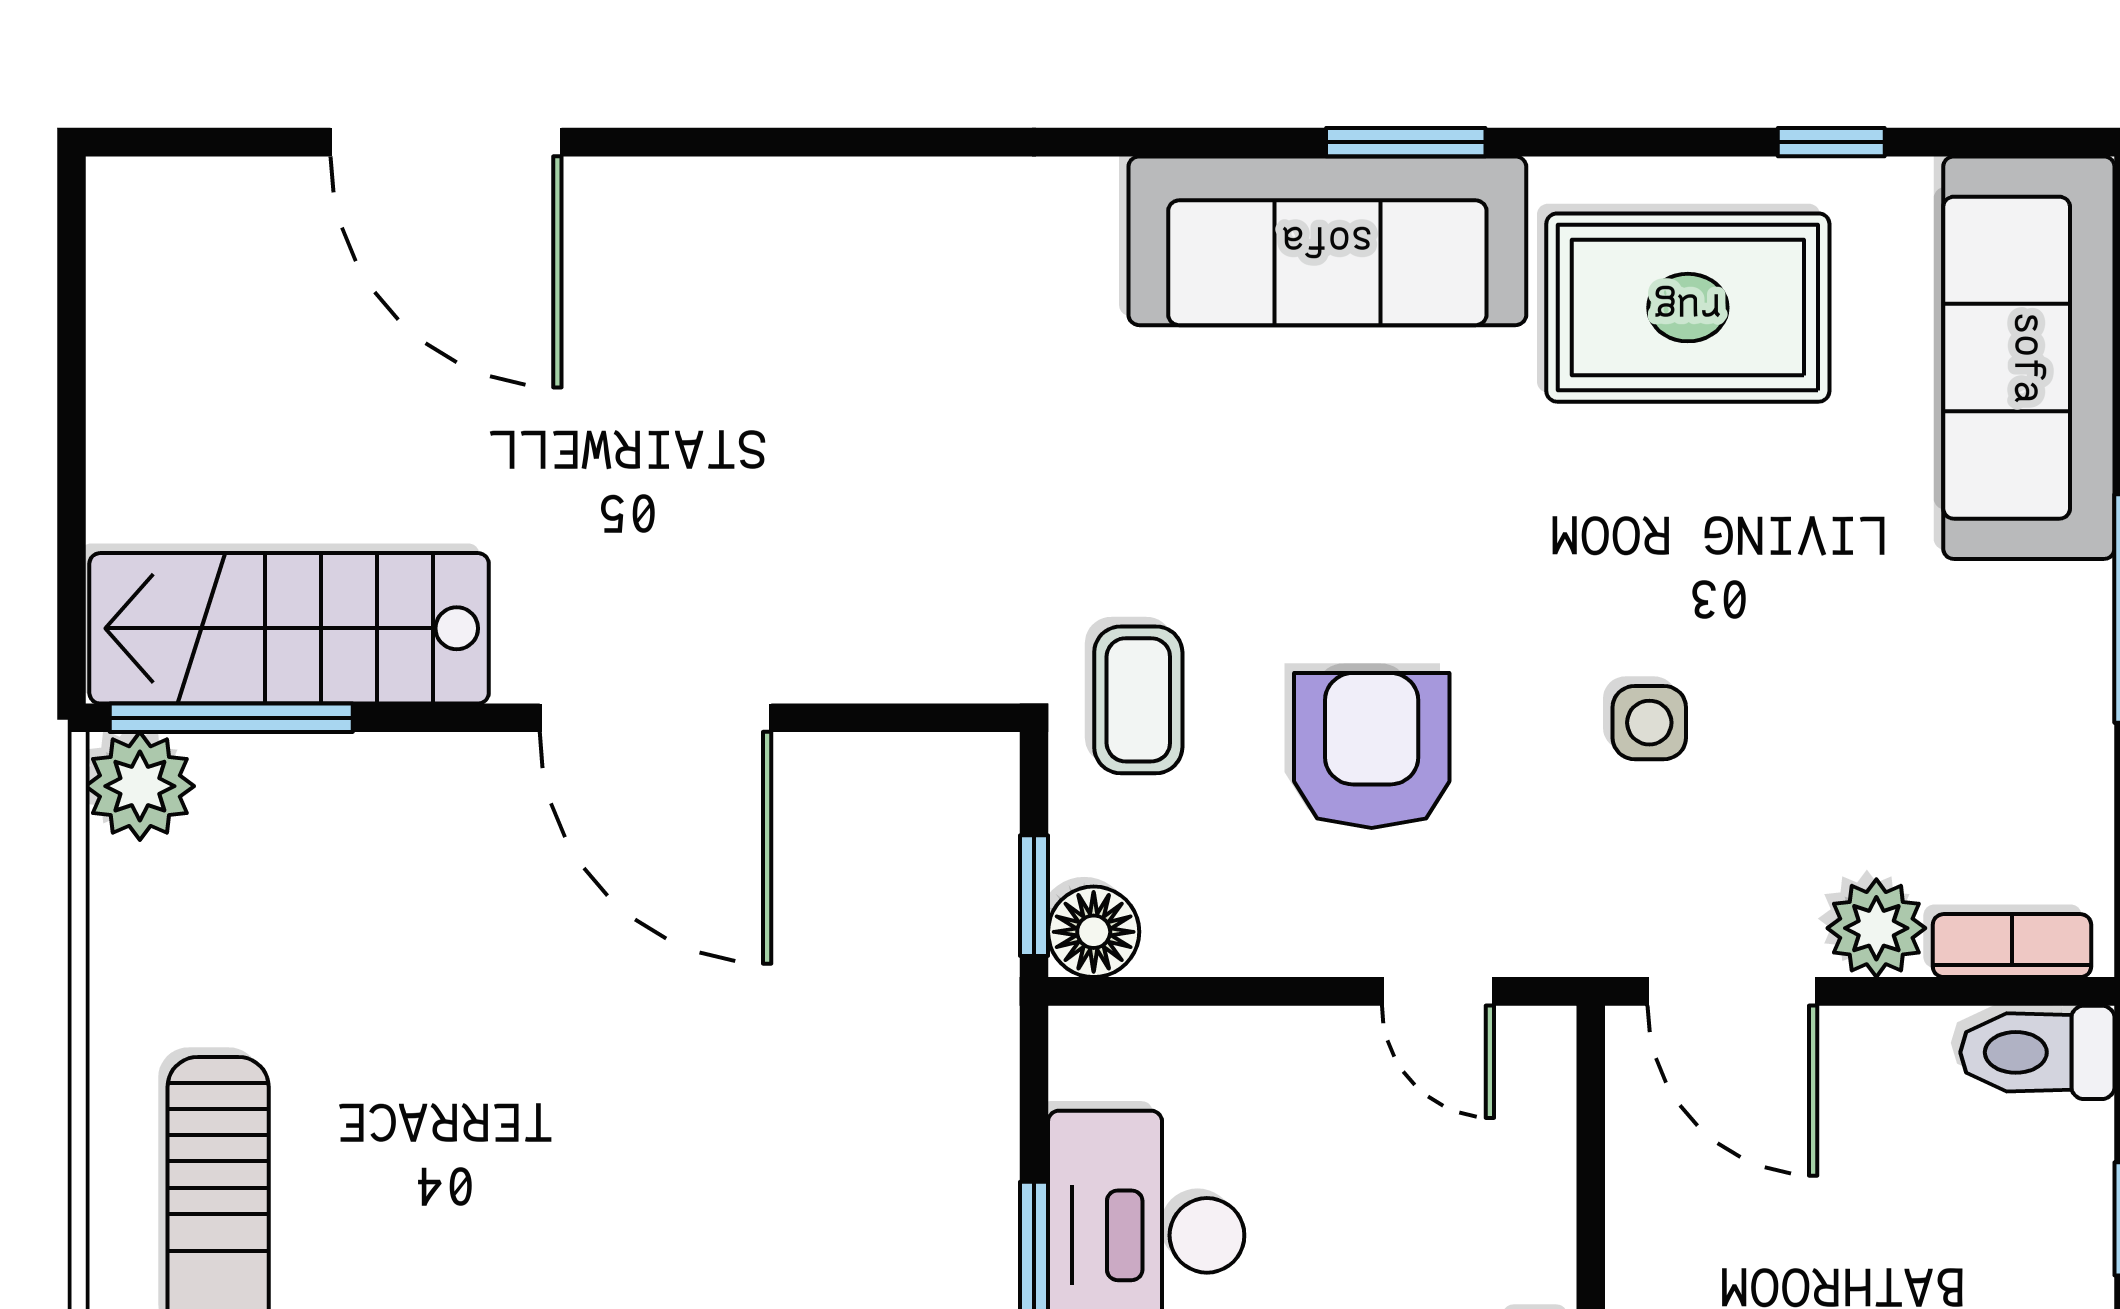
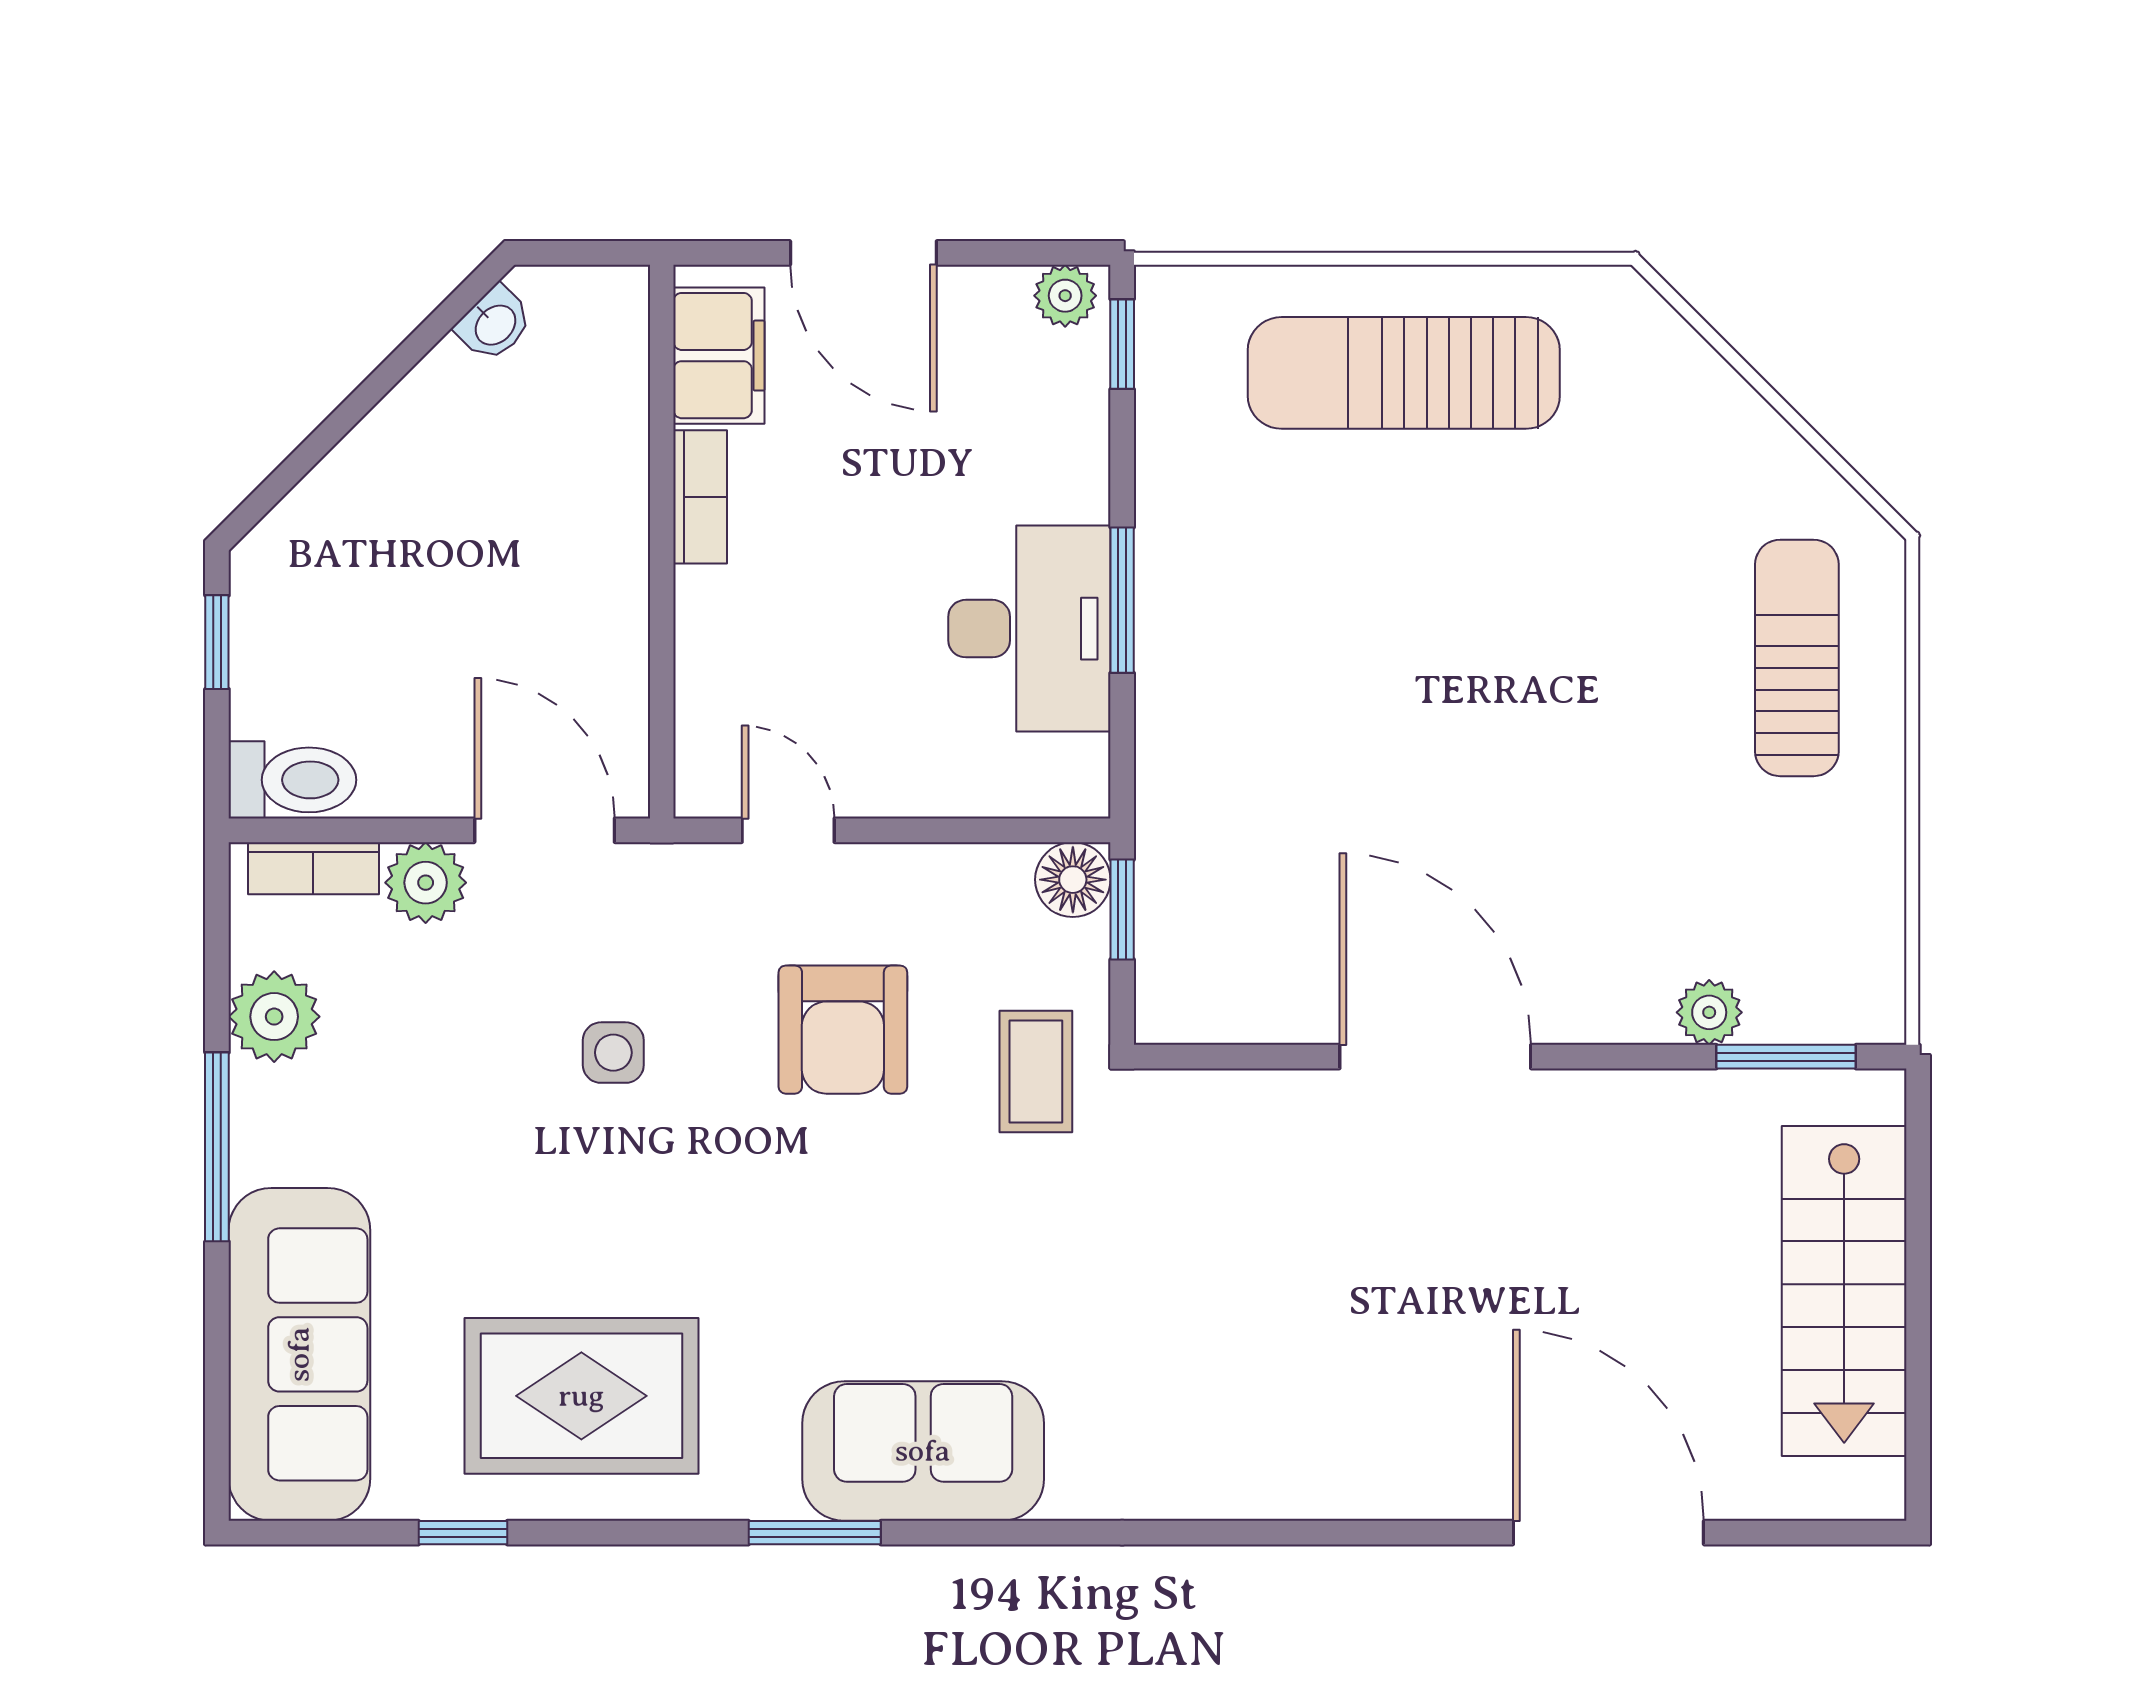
sofa: (1327, 241) -> (923, 1451), width x0.73
stairs: (289, 628) -> (1844, 1291), moved, turned 90
window: (231, 718) -> (1786, 1057), width x0.69
plant: (2059, 766) -> (274, 1017), added
plant: (140, 786) -> (1709, 1012), moved, width x0.73, depth x0.73

